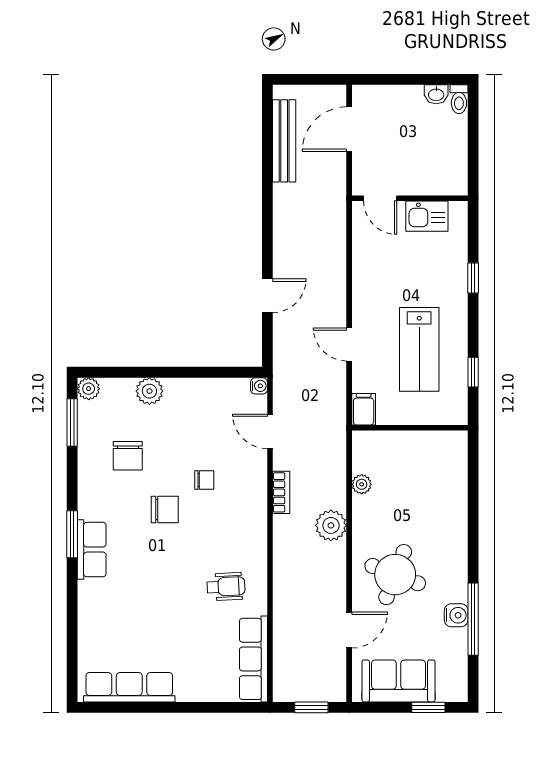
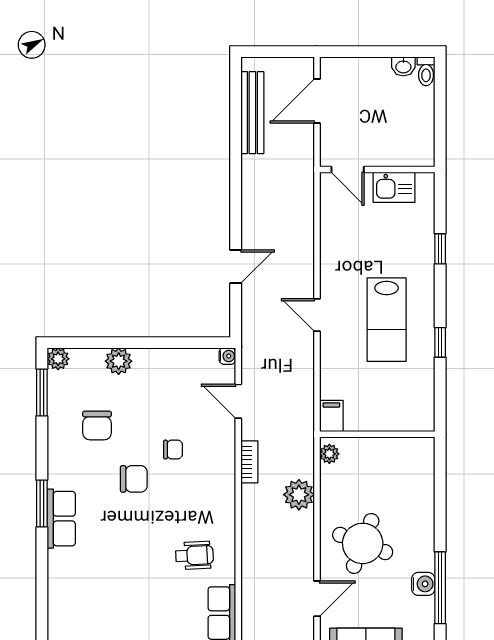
filing cabinet: (364, 409) -> (331, 416), moved
wall: (410, 428) -> (377, 434), moved

